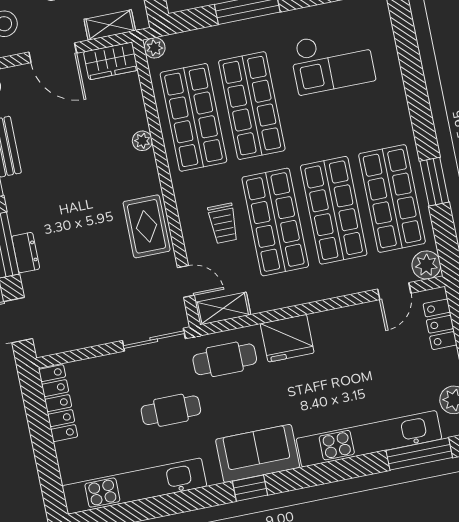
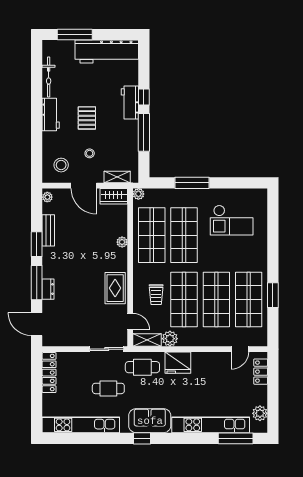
plant: (426, 265) -> (170, 339), moved

